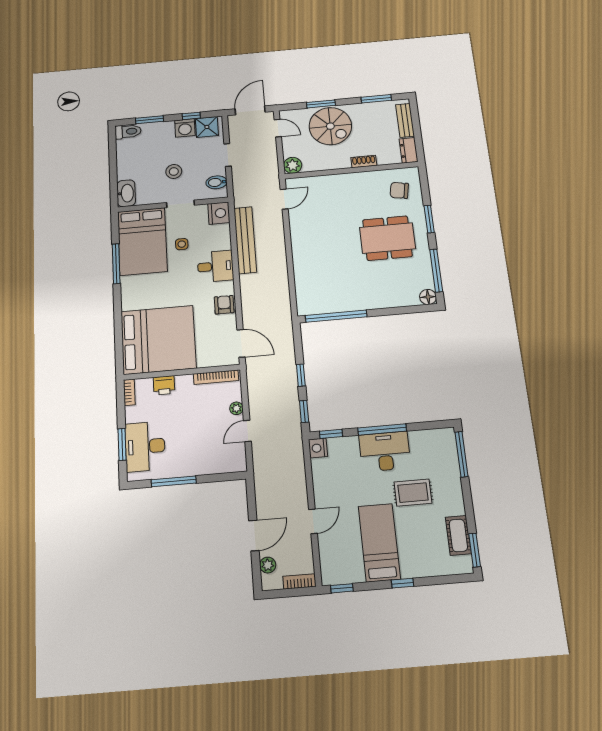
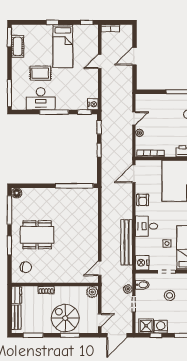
door: (278, 128) -> (100, 320), swing flipped
door: (241, 343) -> (134, 174), hinge flipped
desk: (385, 452) -> (41, 99), moved
plant: (268, 565) -> (128, 289), moved

